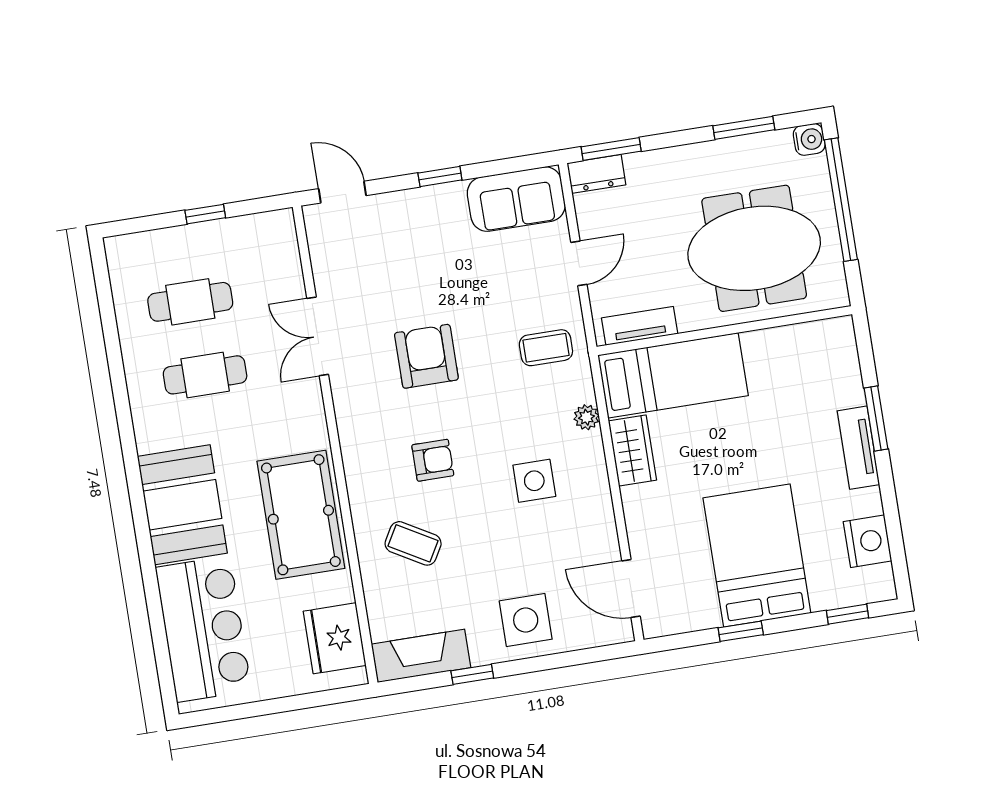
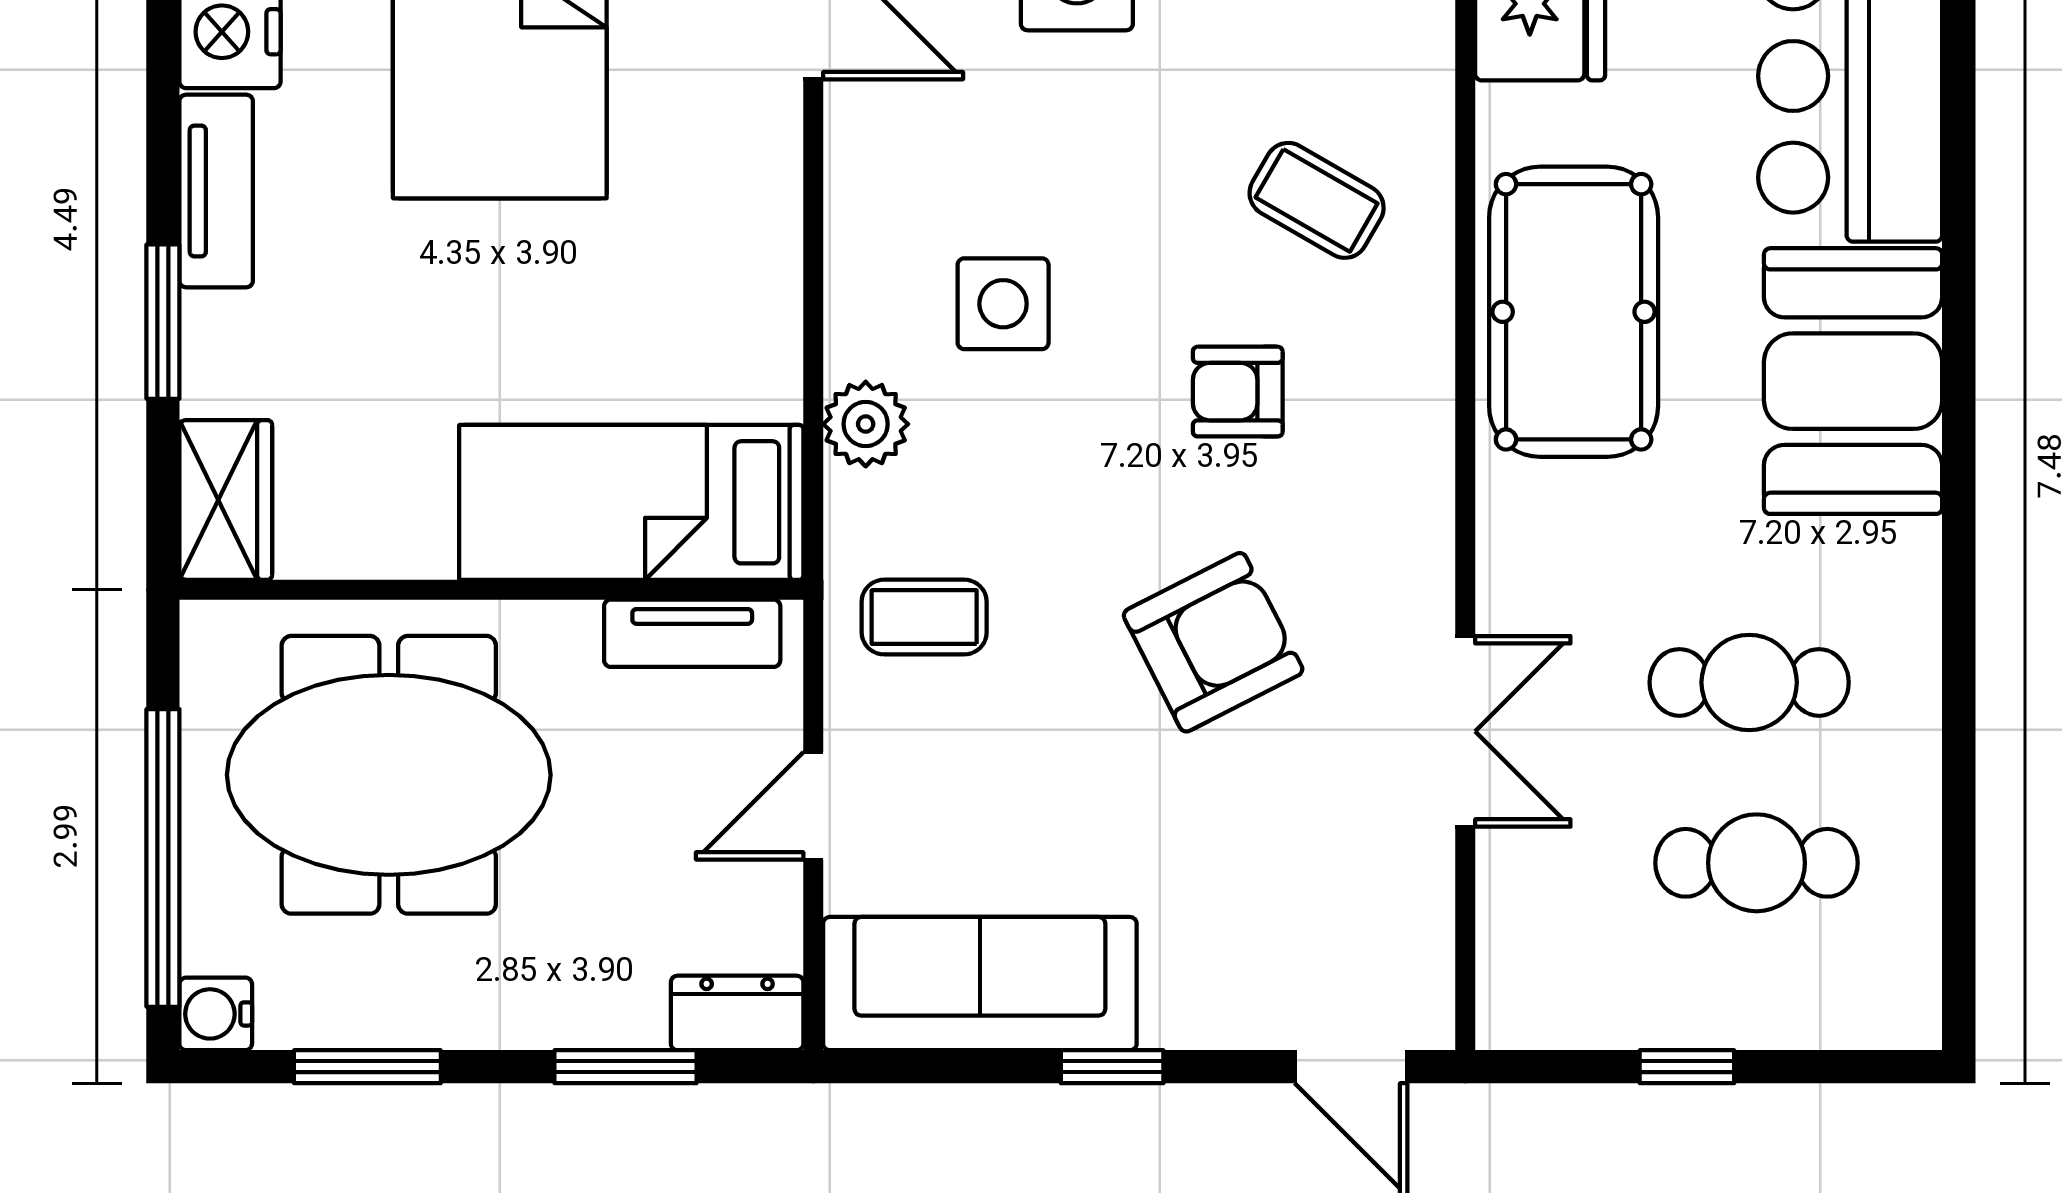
window: (611, 149) -> (626, 1067), moved
sofa: (516, 199) -> (980, 984), width x1.36
armchair: (426, 356) -> (1213, 642), turned -117
plant: (586, 417) -> (866, 424), width x1.38, depth x1.38
tv unit: (858, 448) -> (216, 191), moved
wardrobe: (632, 450) -> (226, 500), moved, turned 180

